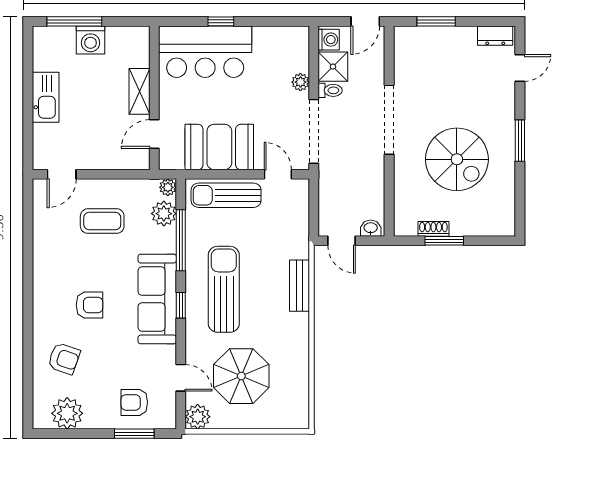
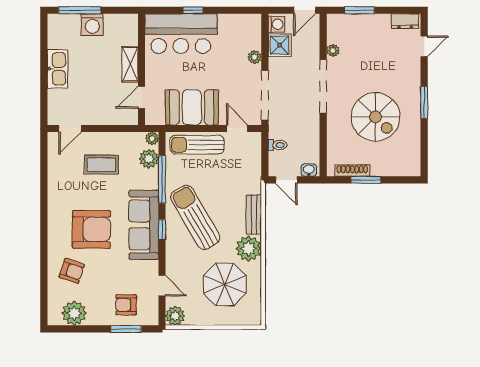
plant: (402, 73) -> (333, 50), added
toilet: (330, 90) -> (277, 145), moved
shoe rack: (433, 229) -> (352, 171), width x1.43
sun lounger: (224, 289) -> (195, 217), turned -30
armchair: (89, 305) -> (91, 229), width x1.88, depth x1.88
plant: (293, 330) -> (249, 249), added
parasol: (241, 376) -> (225, 285), moved

